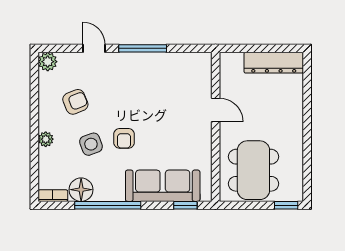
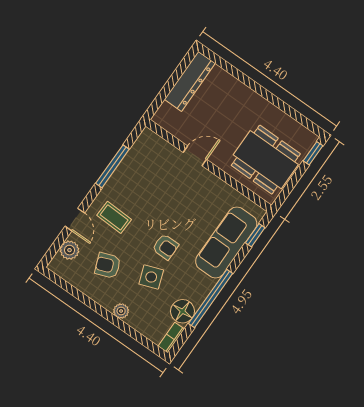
door: (94, 48) -> (75, 220), swing flipped
window: (143, 48) -> (112, 166), moved
plant: (48, 62) -> (69, 250), moved
coffee table: (118, 79) -> (114, 217), added
armchair: (75, 102) -> (108, 265), turned -89

